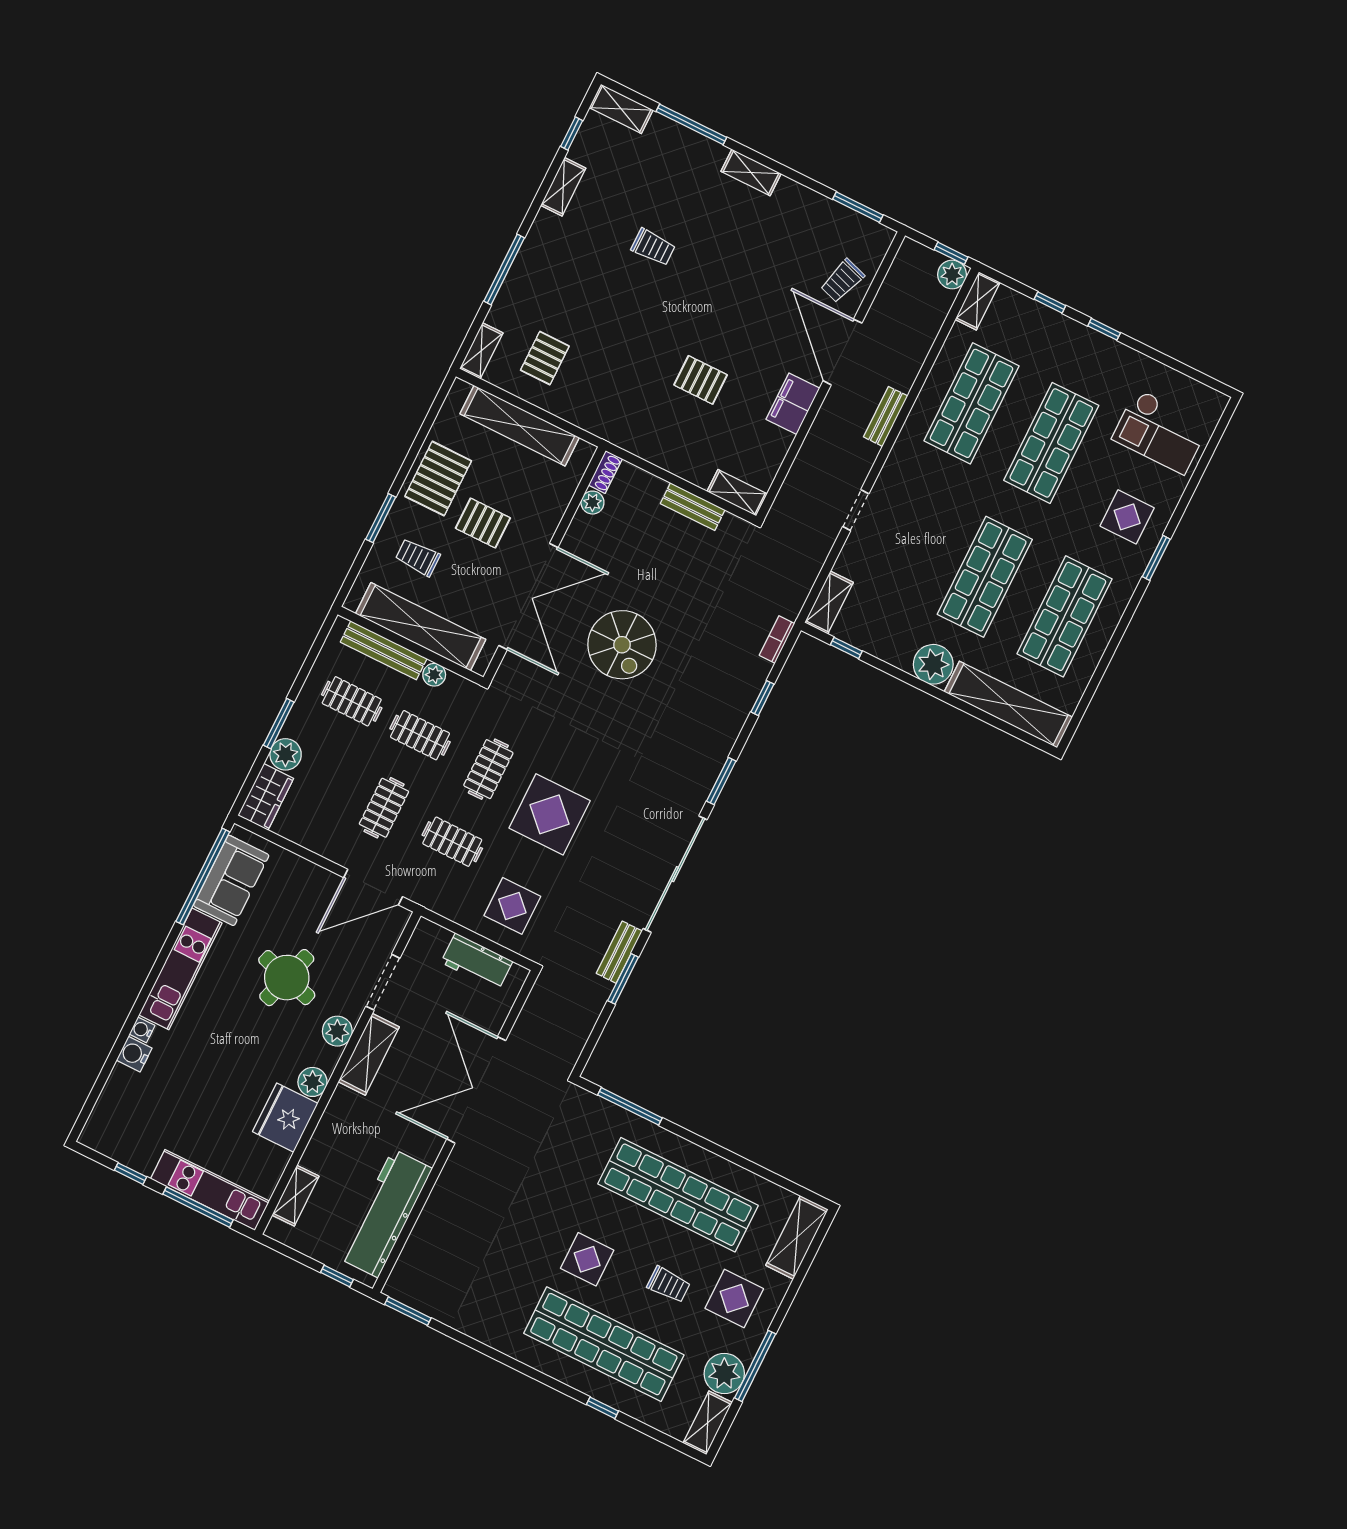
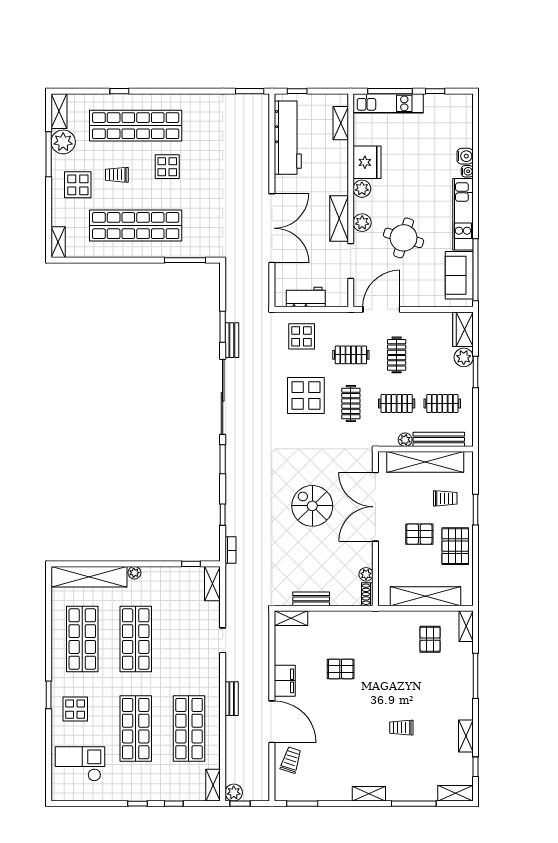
plant: (933, 664) -> (134, 573), width x0.53, depth x0.53
shelving: (797, 1237) -> (58, 242), width x0.67, depth x0.75

